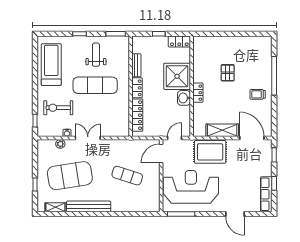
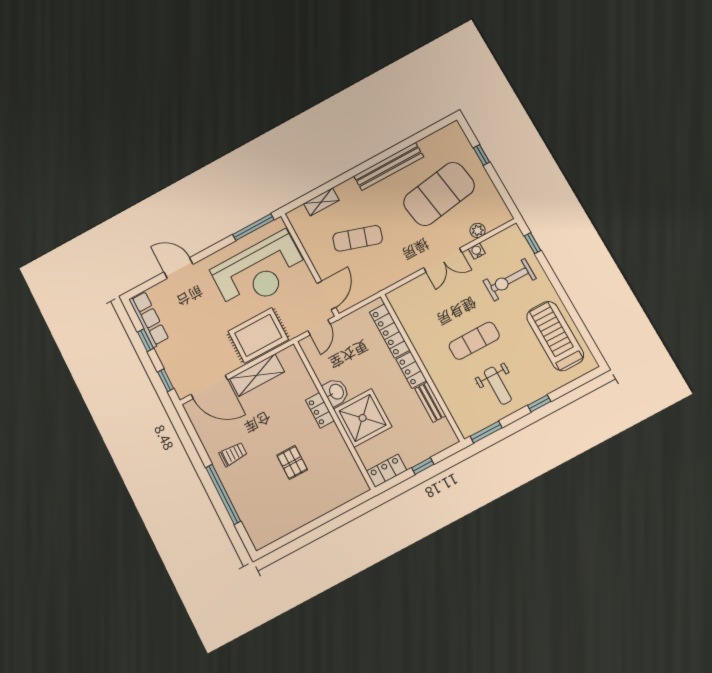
treadmill: (51, 65) -> (555, 336), turned 180
exercise mat: (95, 85) -> (474, 341), width x0.73, depth x0.69
exercise bike: (58, 108) -> (510, 280), turned 180
shelving: (55, 207) -> (321, 202), moved

